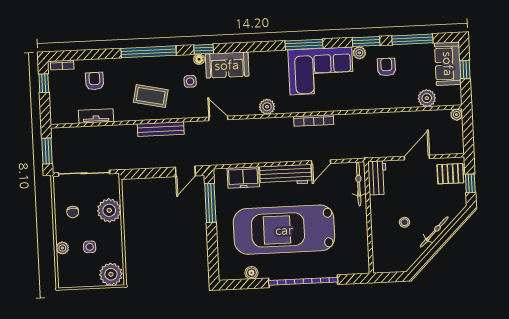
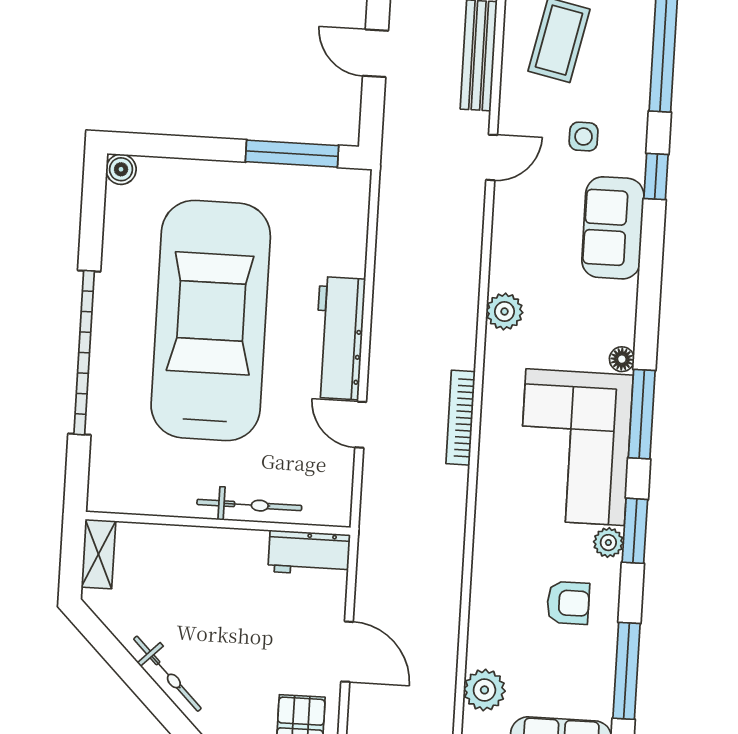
window: (366, 42) -> (635, 531), moved
floor lamp: (199, 59) -> (622, 359), moved
door: (218, 118) -> (492, 157), moved
door: (185, 171) -> (375, 53), moved
freezer: (243, 177) -> (344, 238), removed
bicycle: (359, 184) -> (249, 505), moved
stool: (404, 222) -> (198, 606), removed
shelving: (387, 266) -> (98, 554), added
boiler: (251, 273) -> (121, 169), moved

